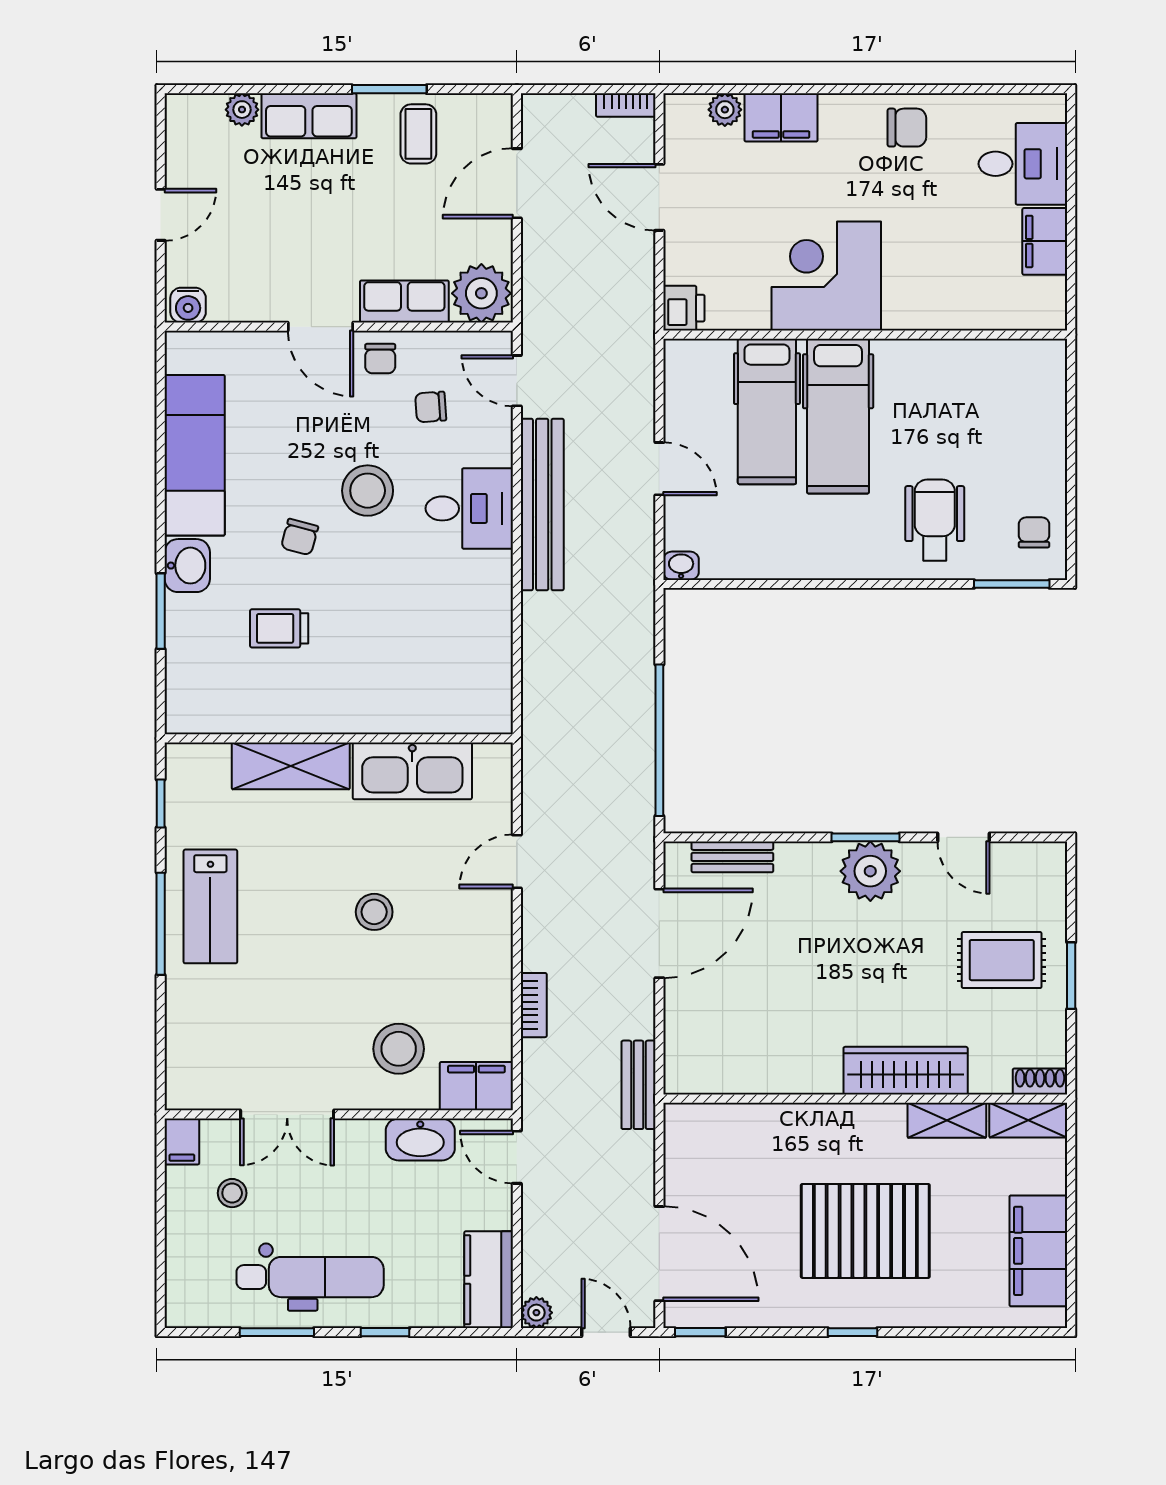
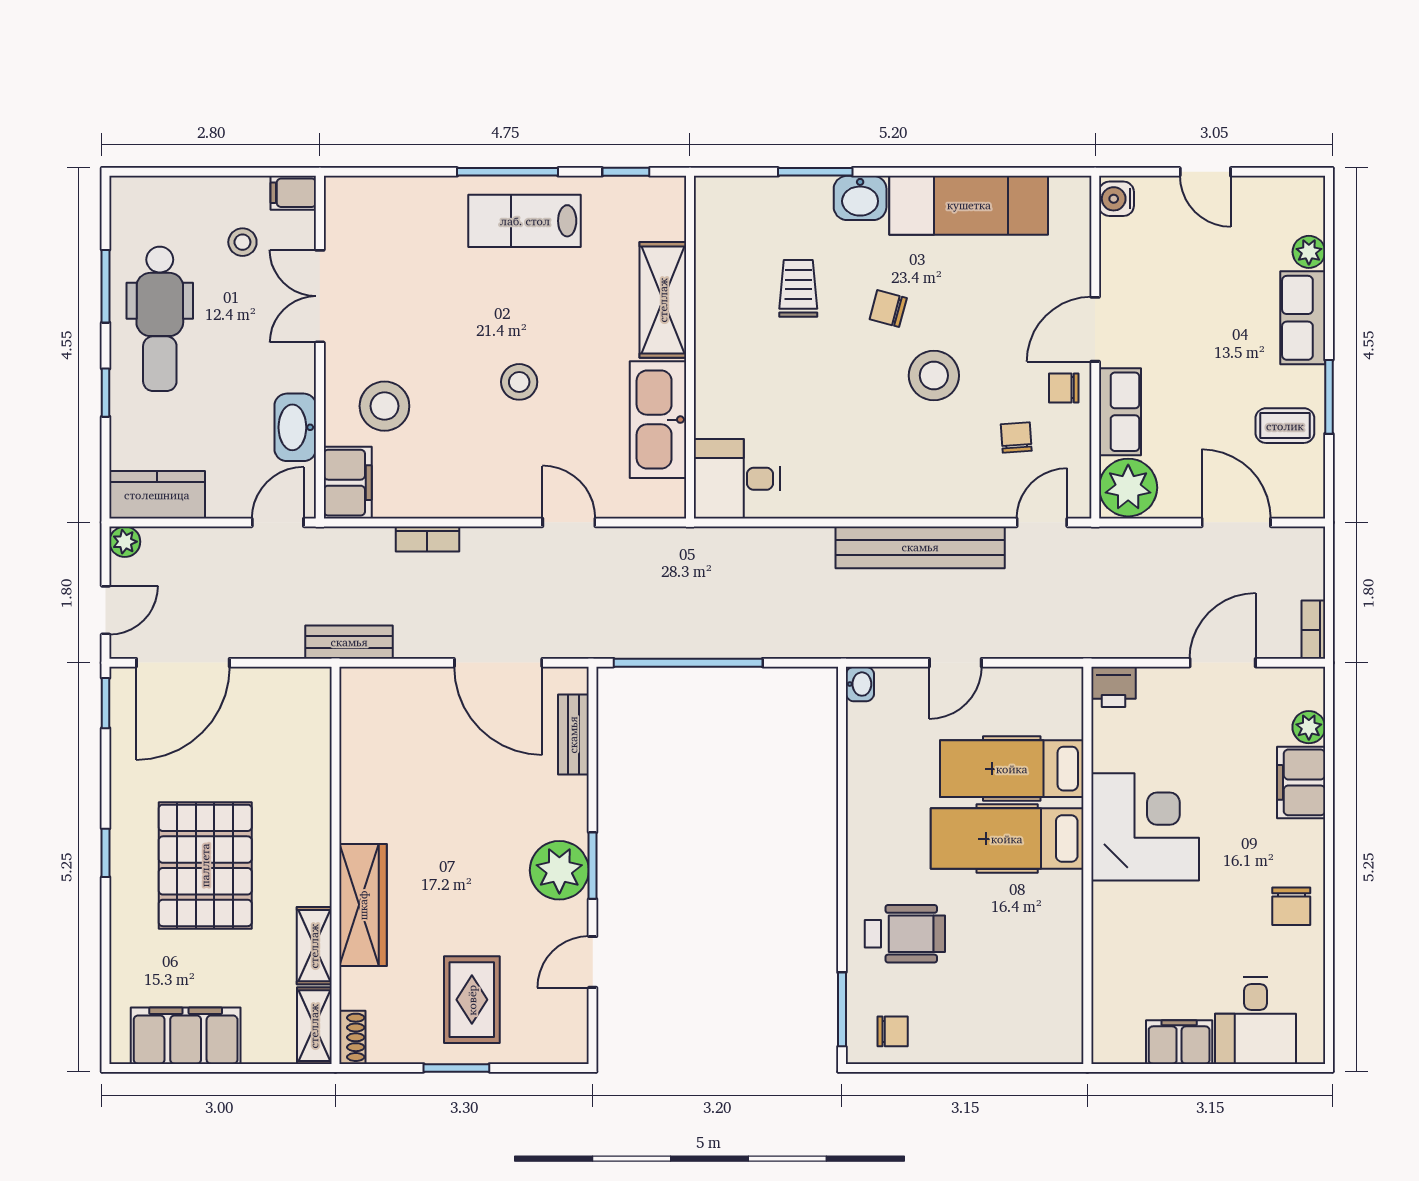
desk: (469, 508) -> (737, 479), moved, turned 90

